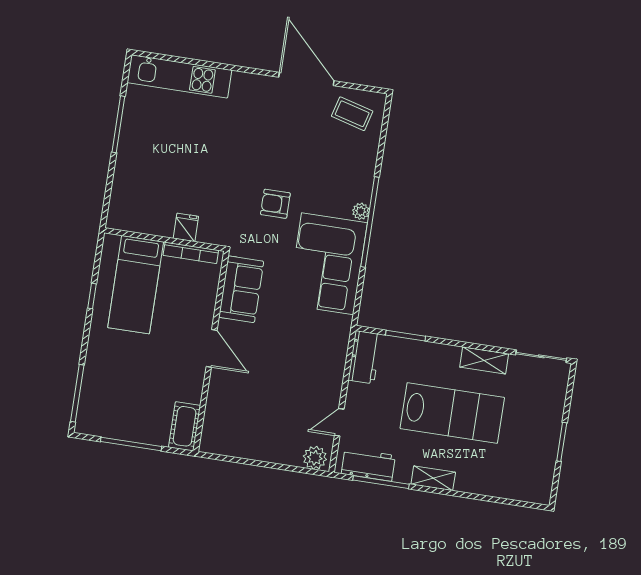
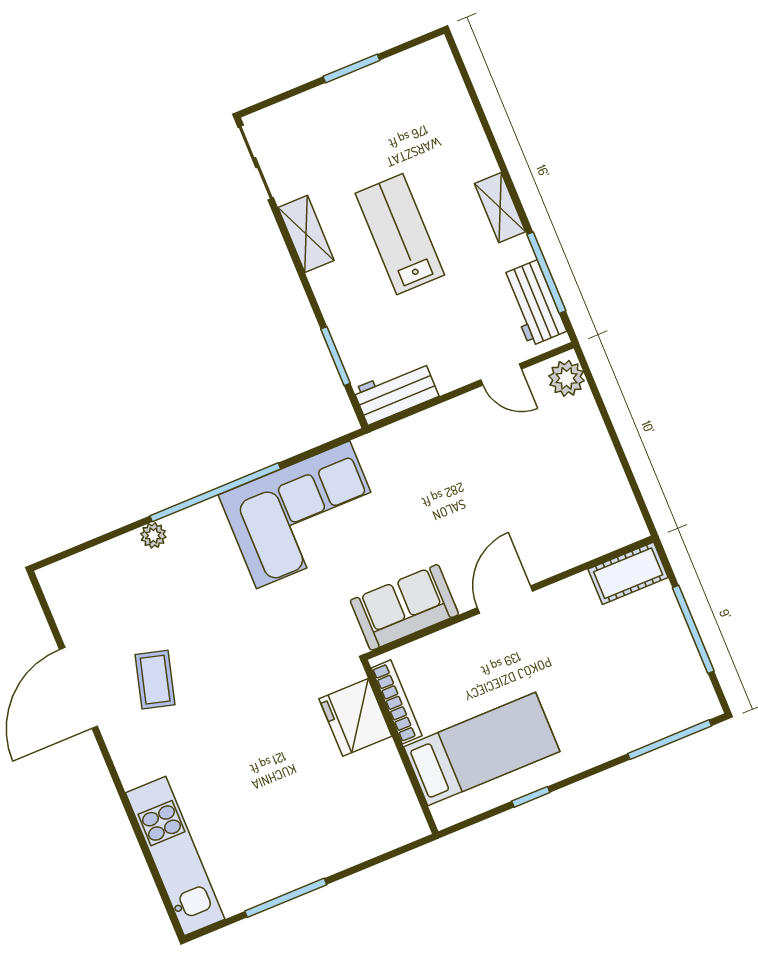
coffee table: (352, 114) -> (155, 680), moved
armchair: (275, 204) -> (266, 630), removed
plant: (361, 211) -> (153, 535), moved
fridge: (186, 227) -> (355, 717), width x1.88, depth x1.34
lab bench: (452, 413) -> (400, 234), width x0.73, depth x0.72

